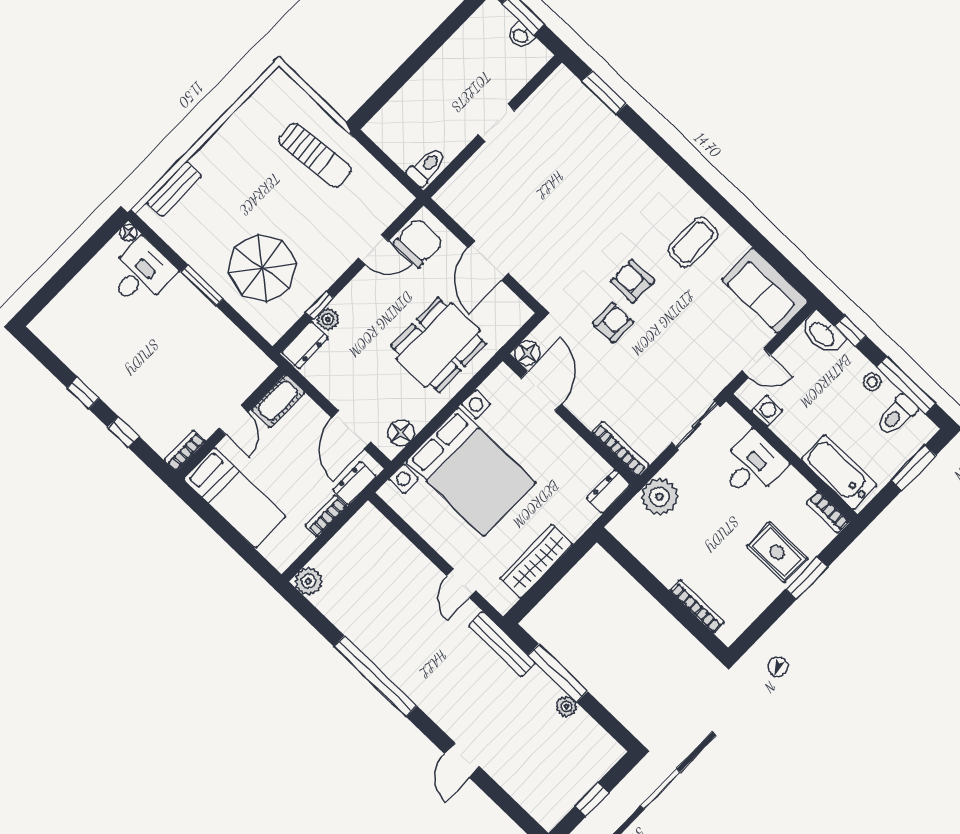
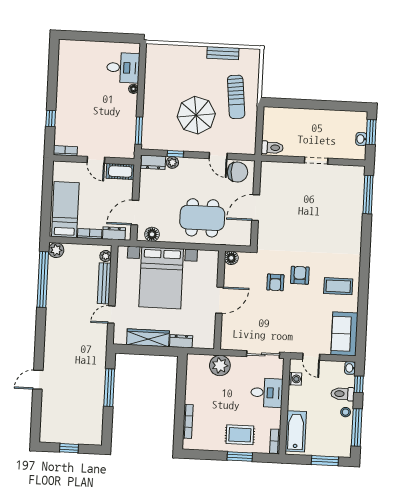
window: (604, 93) -> (368, 195), width x1.44
bench: (174, 189) -> (223, 53), moved
floor lamp: (128, 233) -> (133, 89), moved
parasol: (262, 268) -> (196, 115), moved
window: (202, 285) -> (139, 131), moved
armchair: (613, 323) -> (275, 282), turned 90
washbasin: (822, 334) -> (350, 368), width x0.52, depth x0.69
door: (541, 391) -> (220, 300), moved
window: (83, 393) -> (52, 87), removed
toilet: (897, 415) -> (343, 394), moved
door: (233, 420) -> (96, 160), hinge flipped
bookcase: (620, 449) -> (225, 332), removed
dresser: (608, 492) -> (181, 341), moved
bed: (235, 498) -> (65, 210), moved, turned 180
rug: (777, 552) -> (240, 435), turned 90
bench: (502, 644) -> (104, 283), moved
window: (375, 676) -> (43, 279), moved
plant: (566, 707) -> (106, 256), moved

